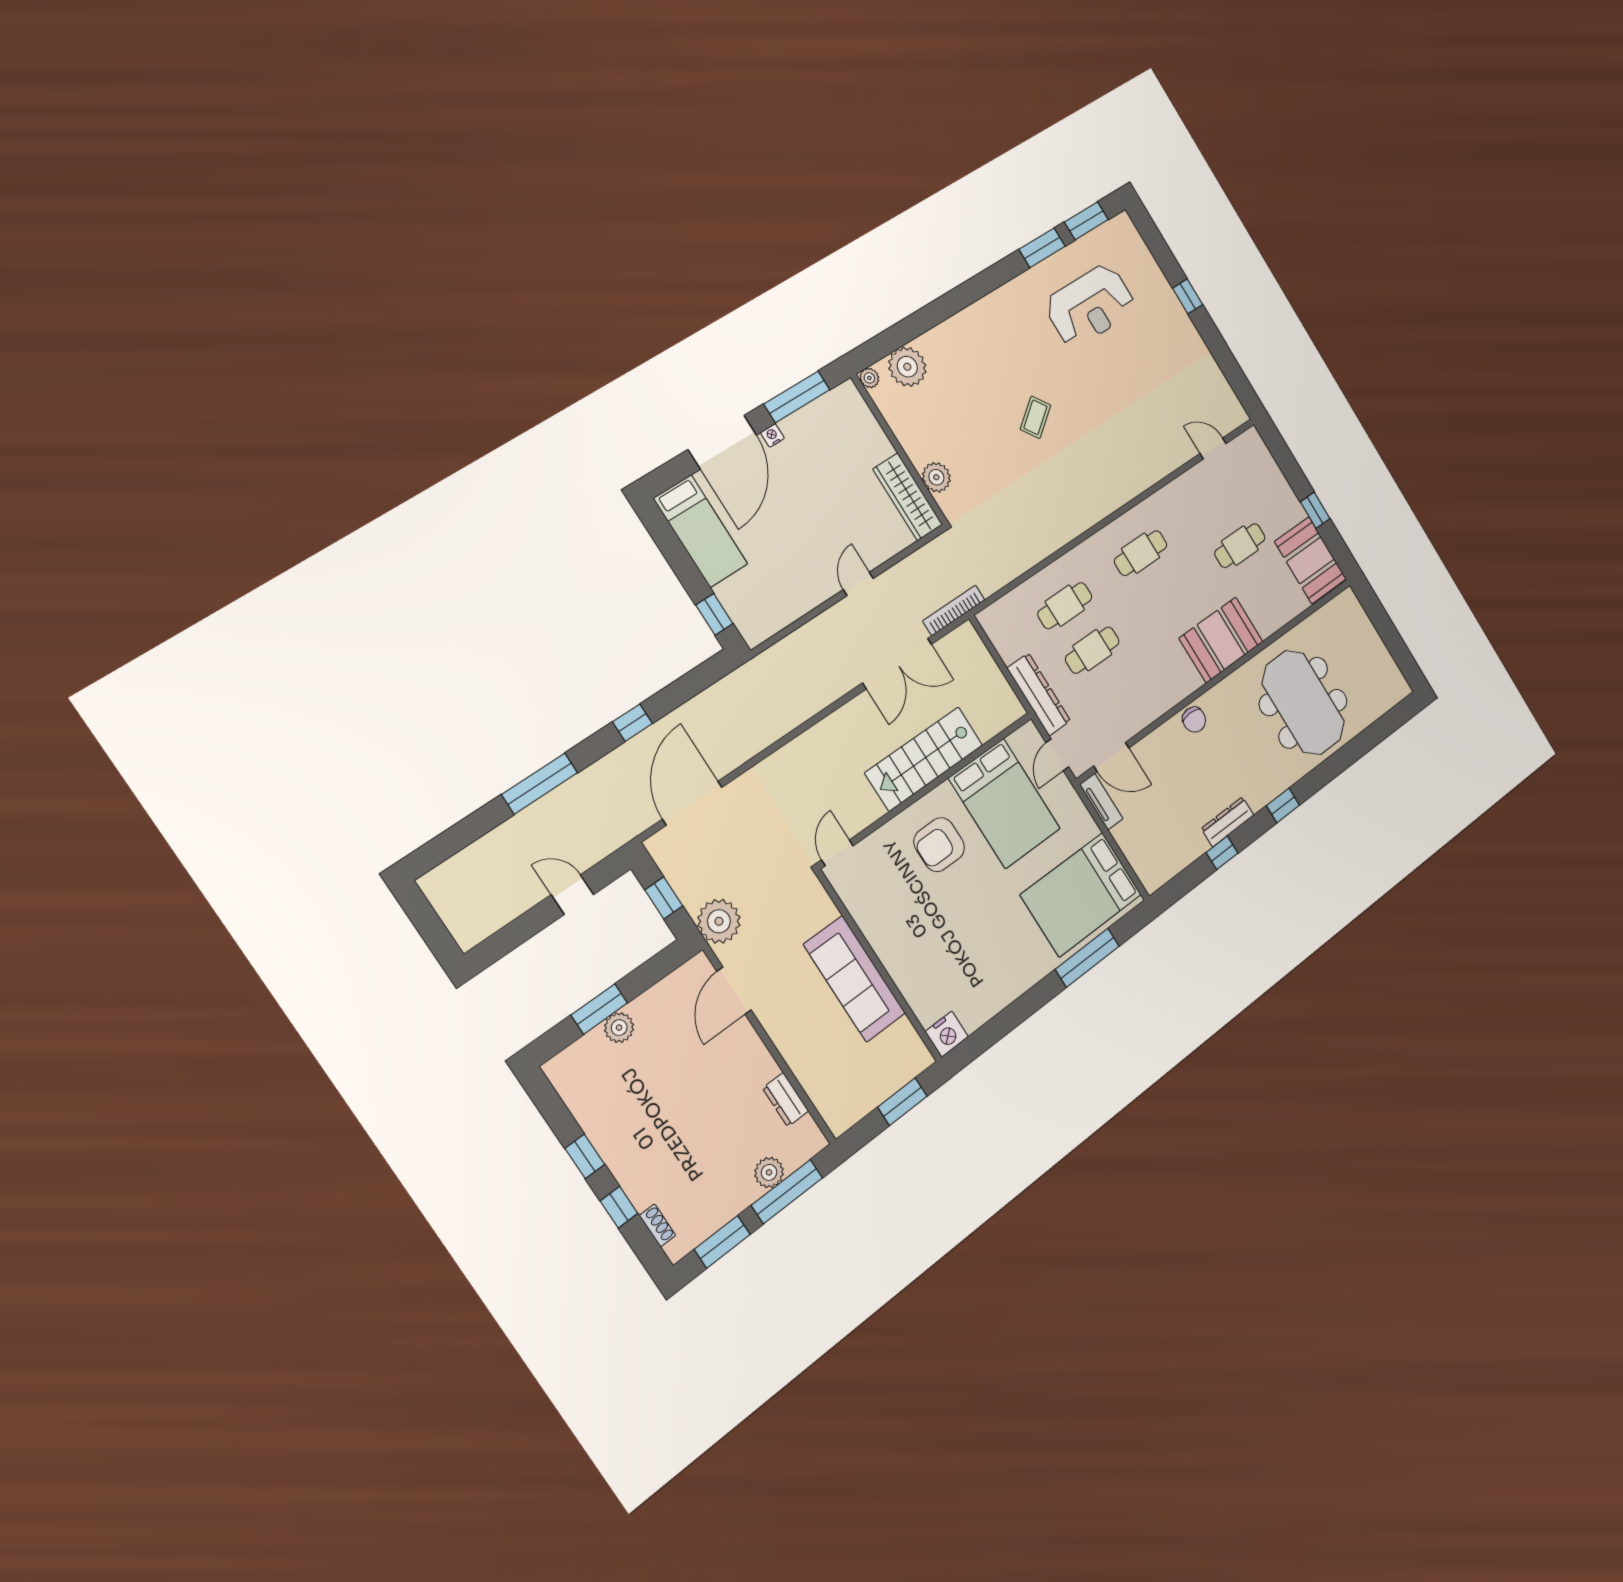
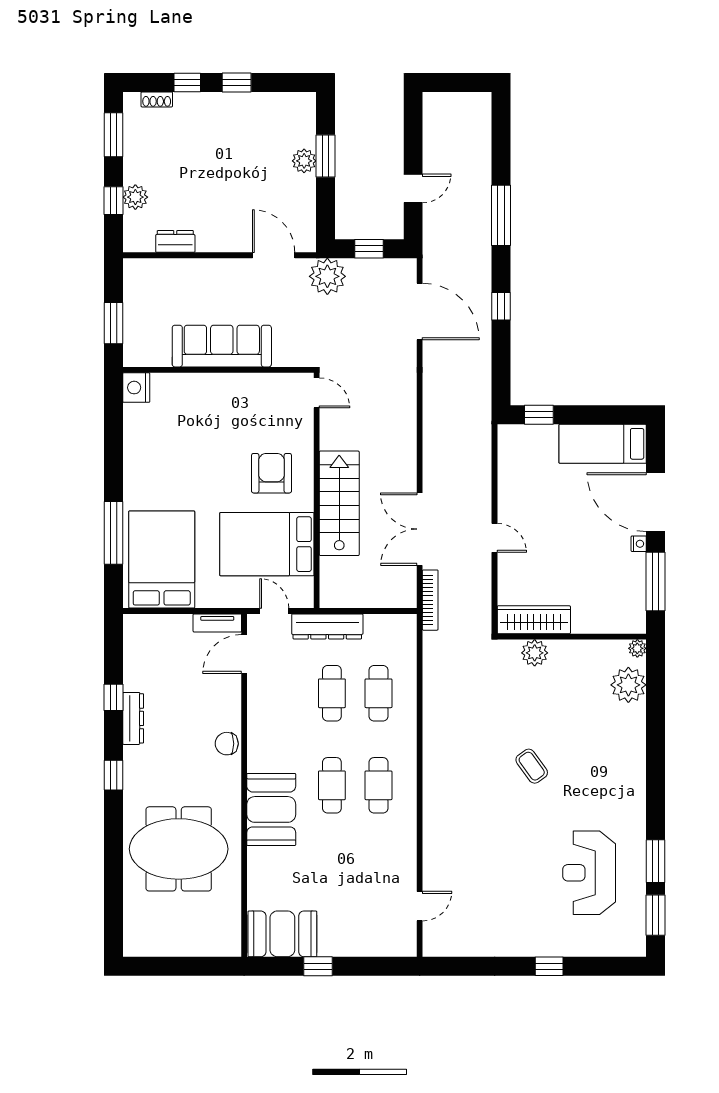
cafe table: (1240, 546) -> (332, 785), moved
window: (787, 1192) -> (114, 201), width x0.46

